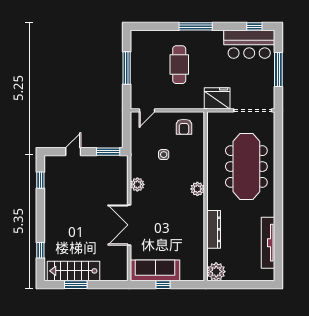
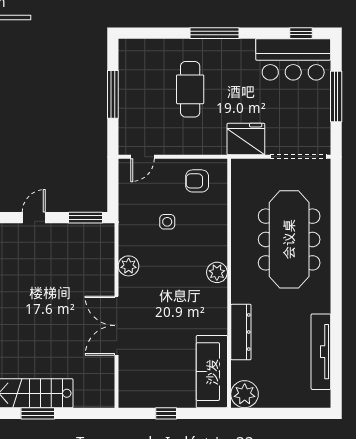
armchair: (184, 127) -> (197, 181), turned 90
sofa: (155, 270) -> (212, 372), moved, turned -90

